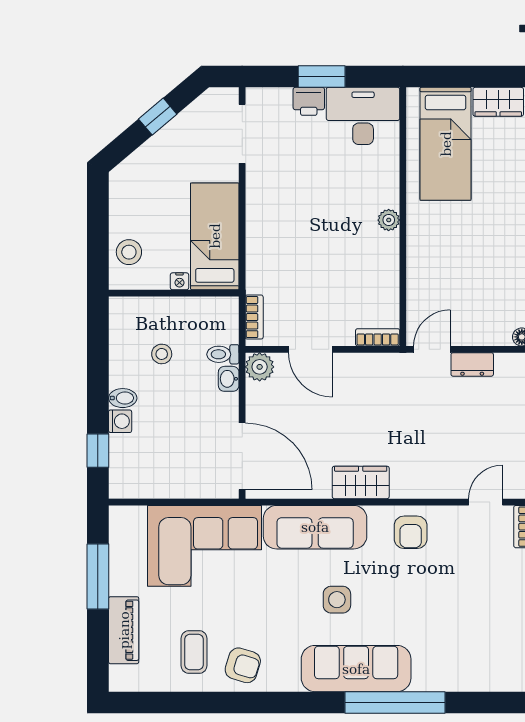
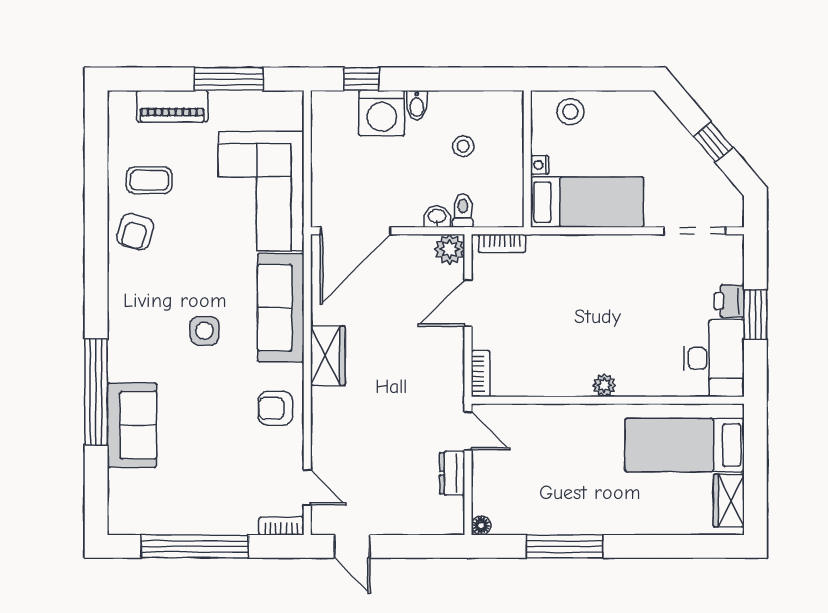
washing machine: (120, 421) -> (382, 113), width x1.89, depth x1.89
sofa: (356, 669) -> (132, 425), moved, width x0.73

